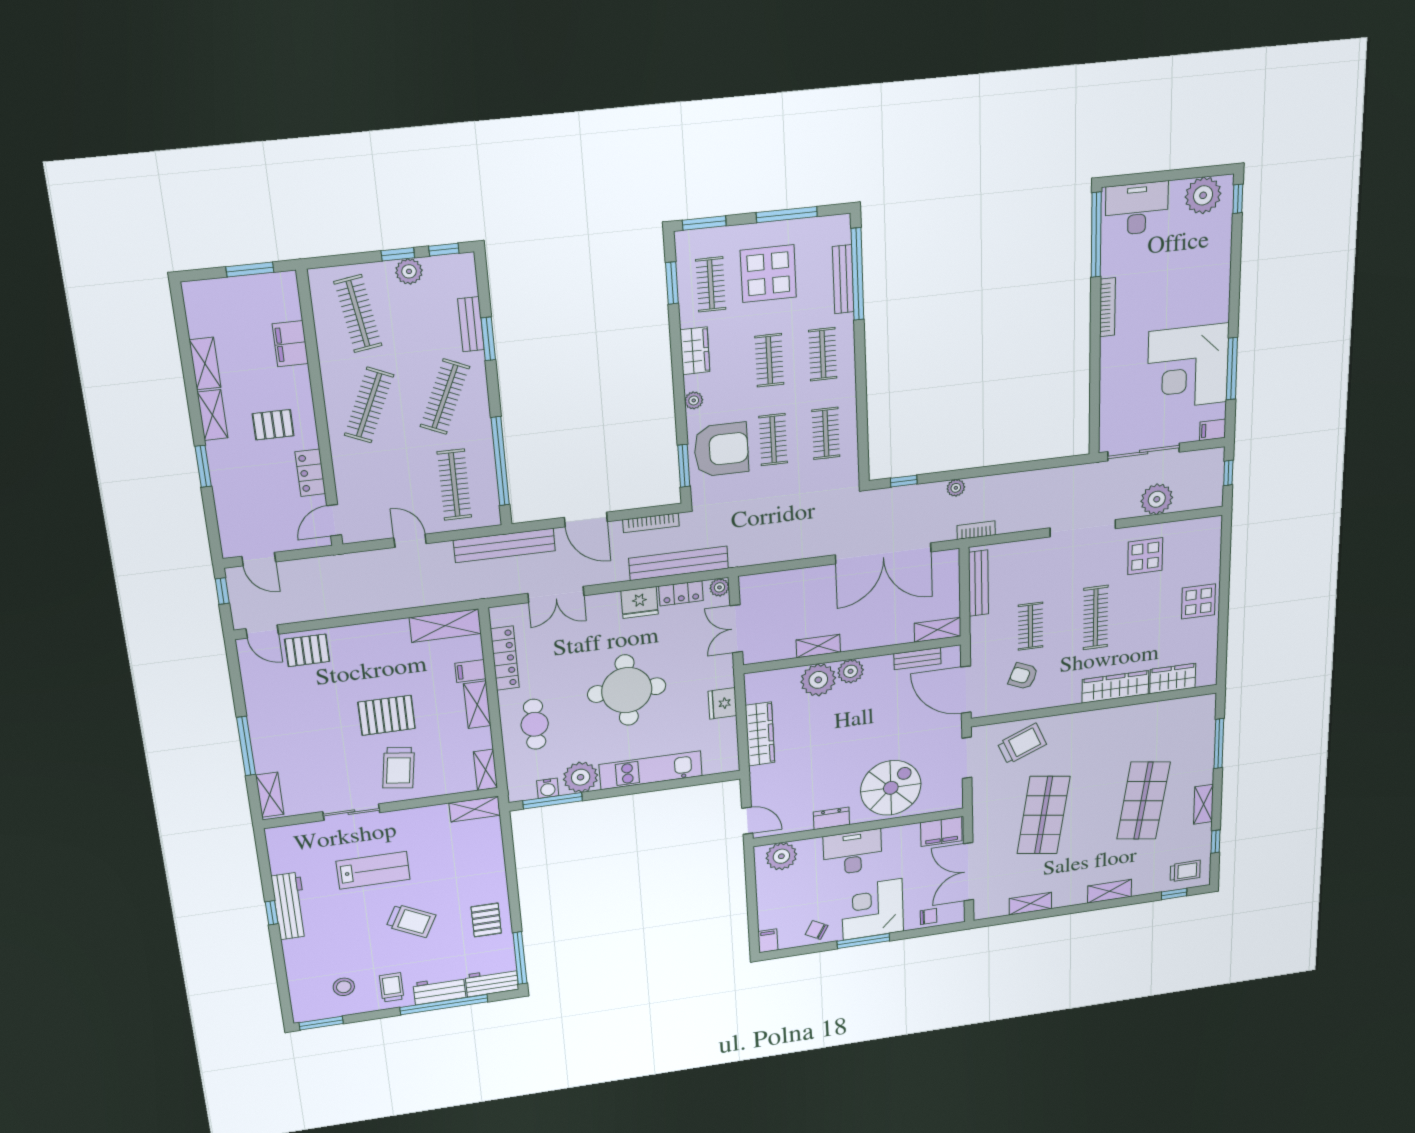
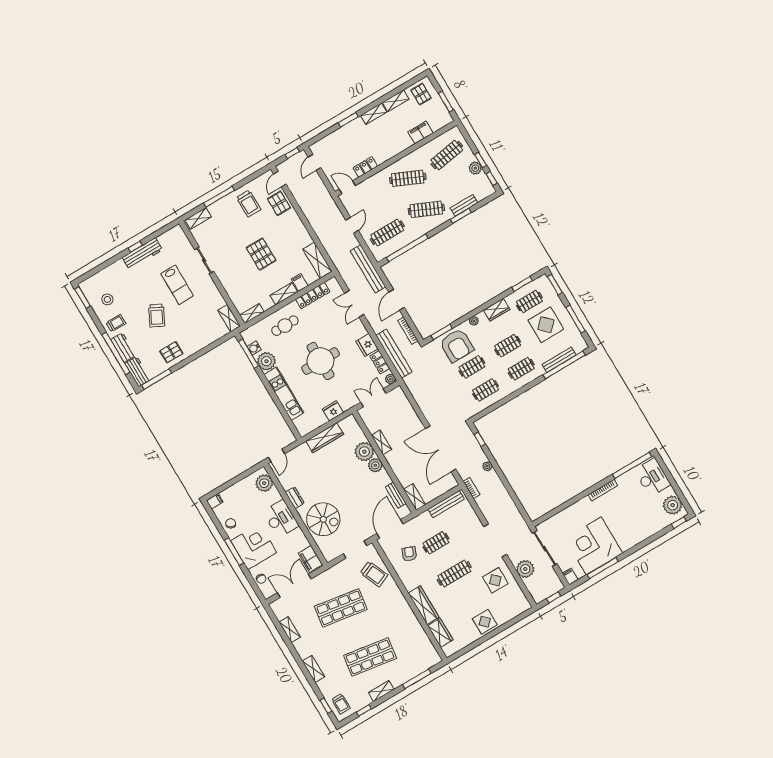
pallet: (273, 425) -> (421, 94), moved
trolley: (399, 768) -> (249, 204), moved, turned -98

